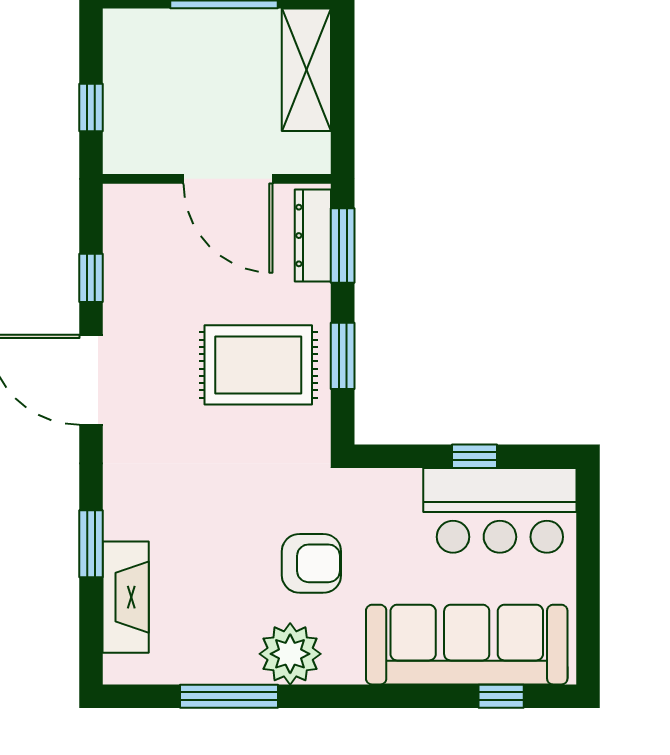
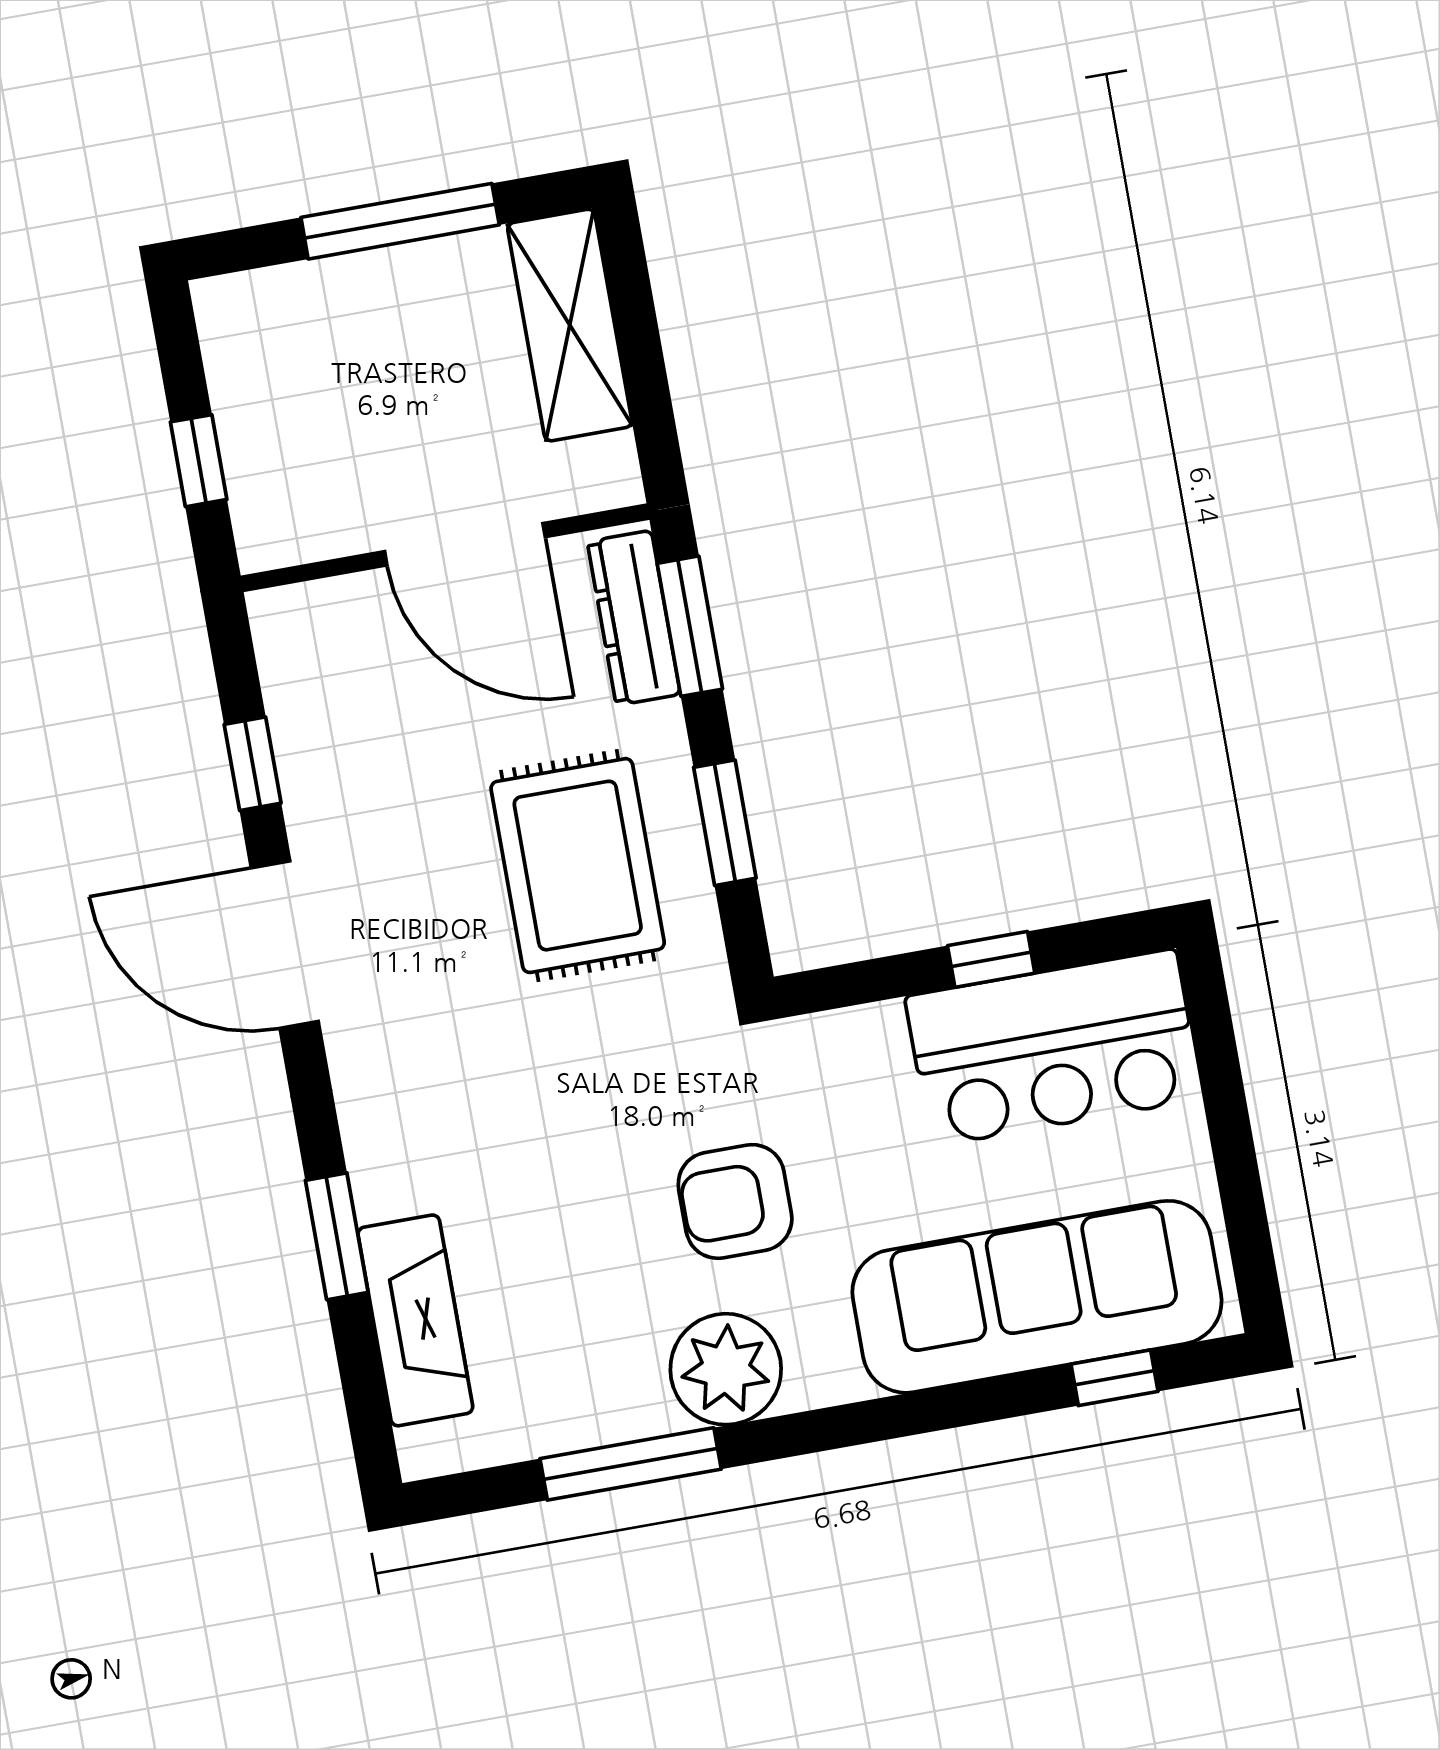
rug: (258, 365) -> (578, 866), turned 90
armchair: (311, 563) -> (735, 1201), turned 180

